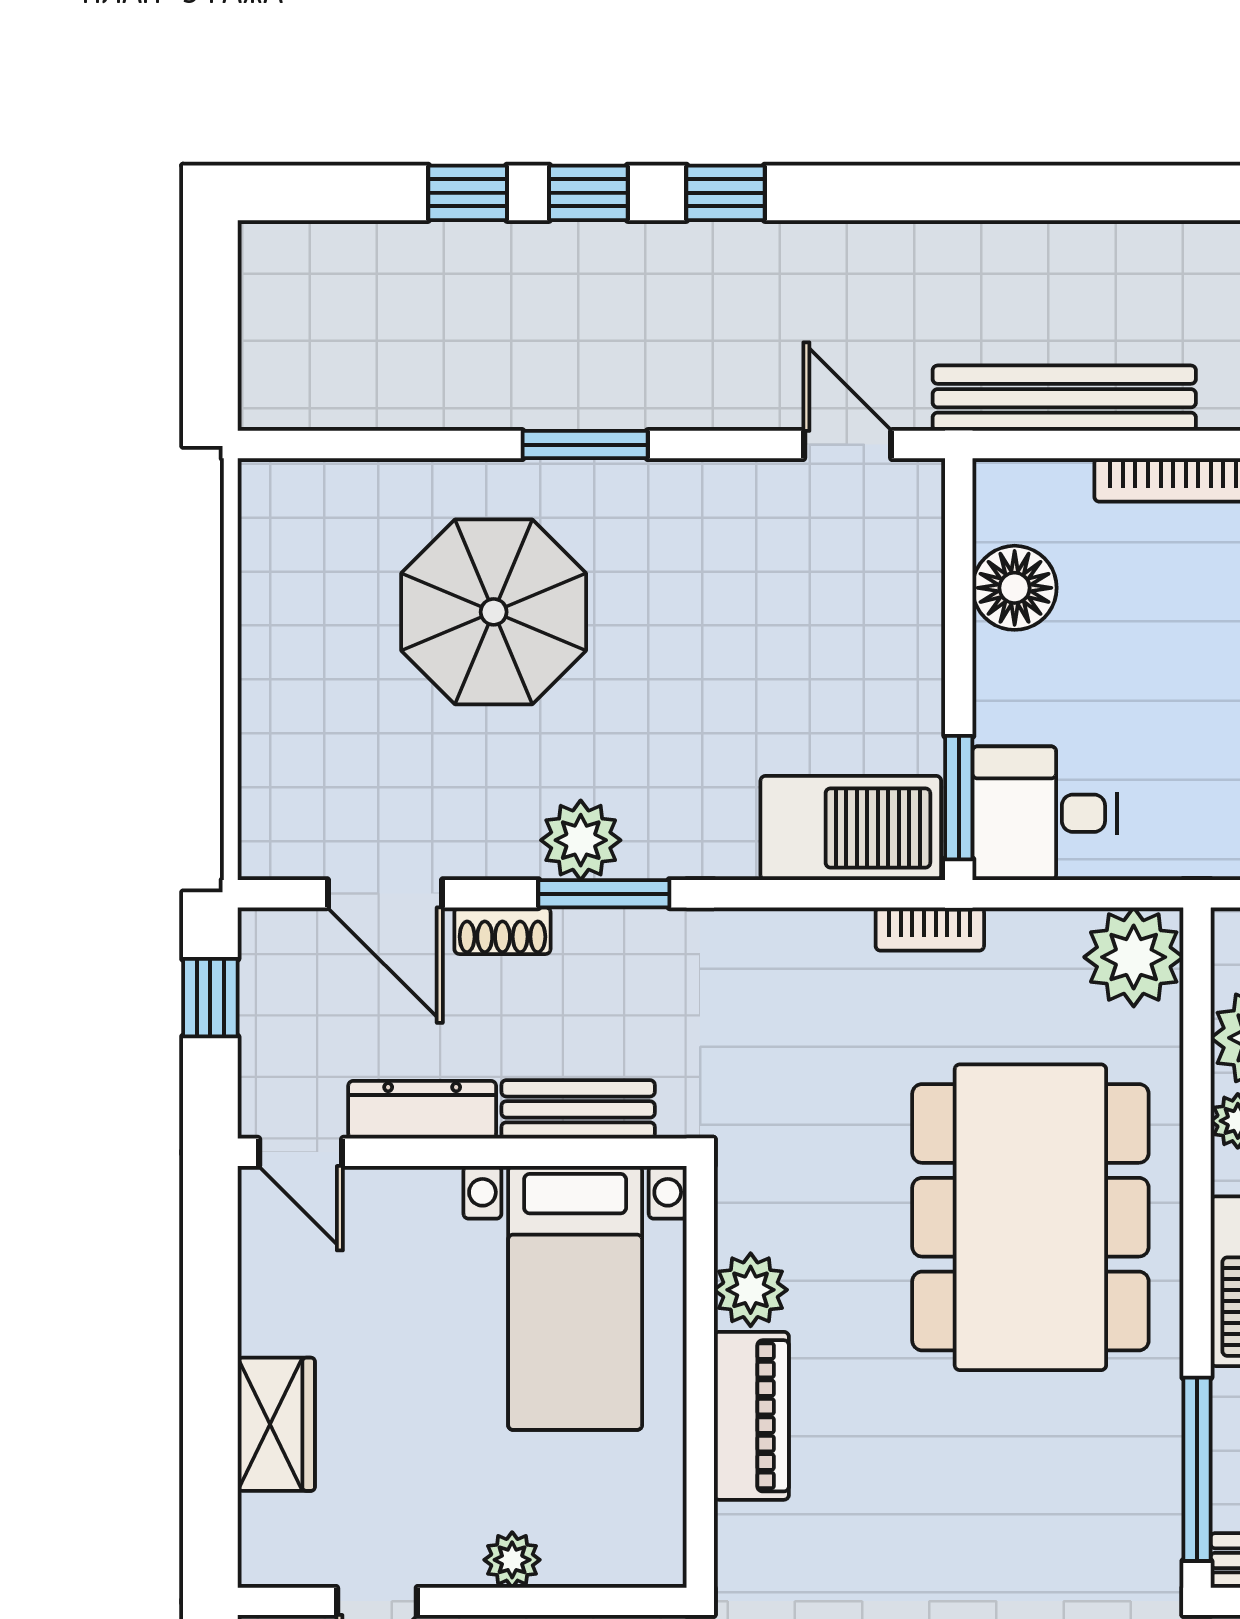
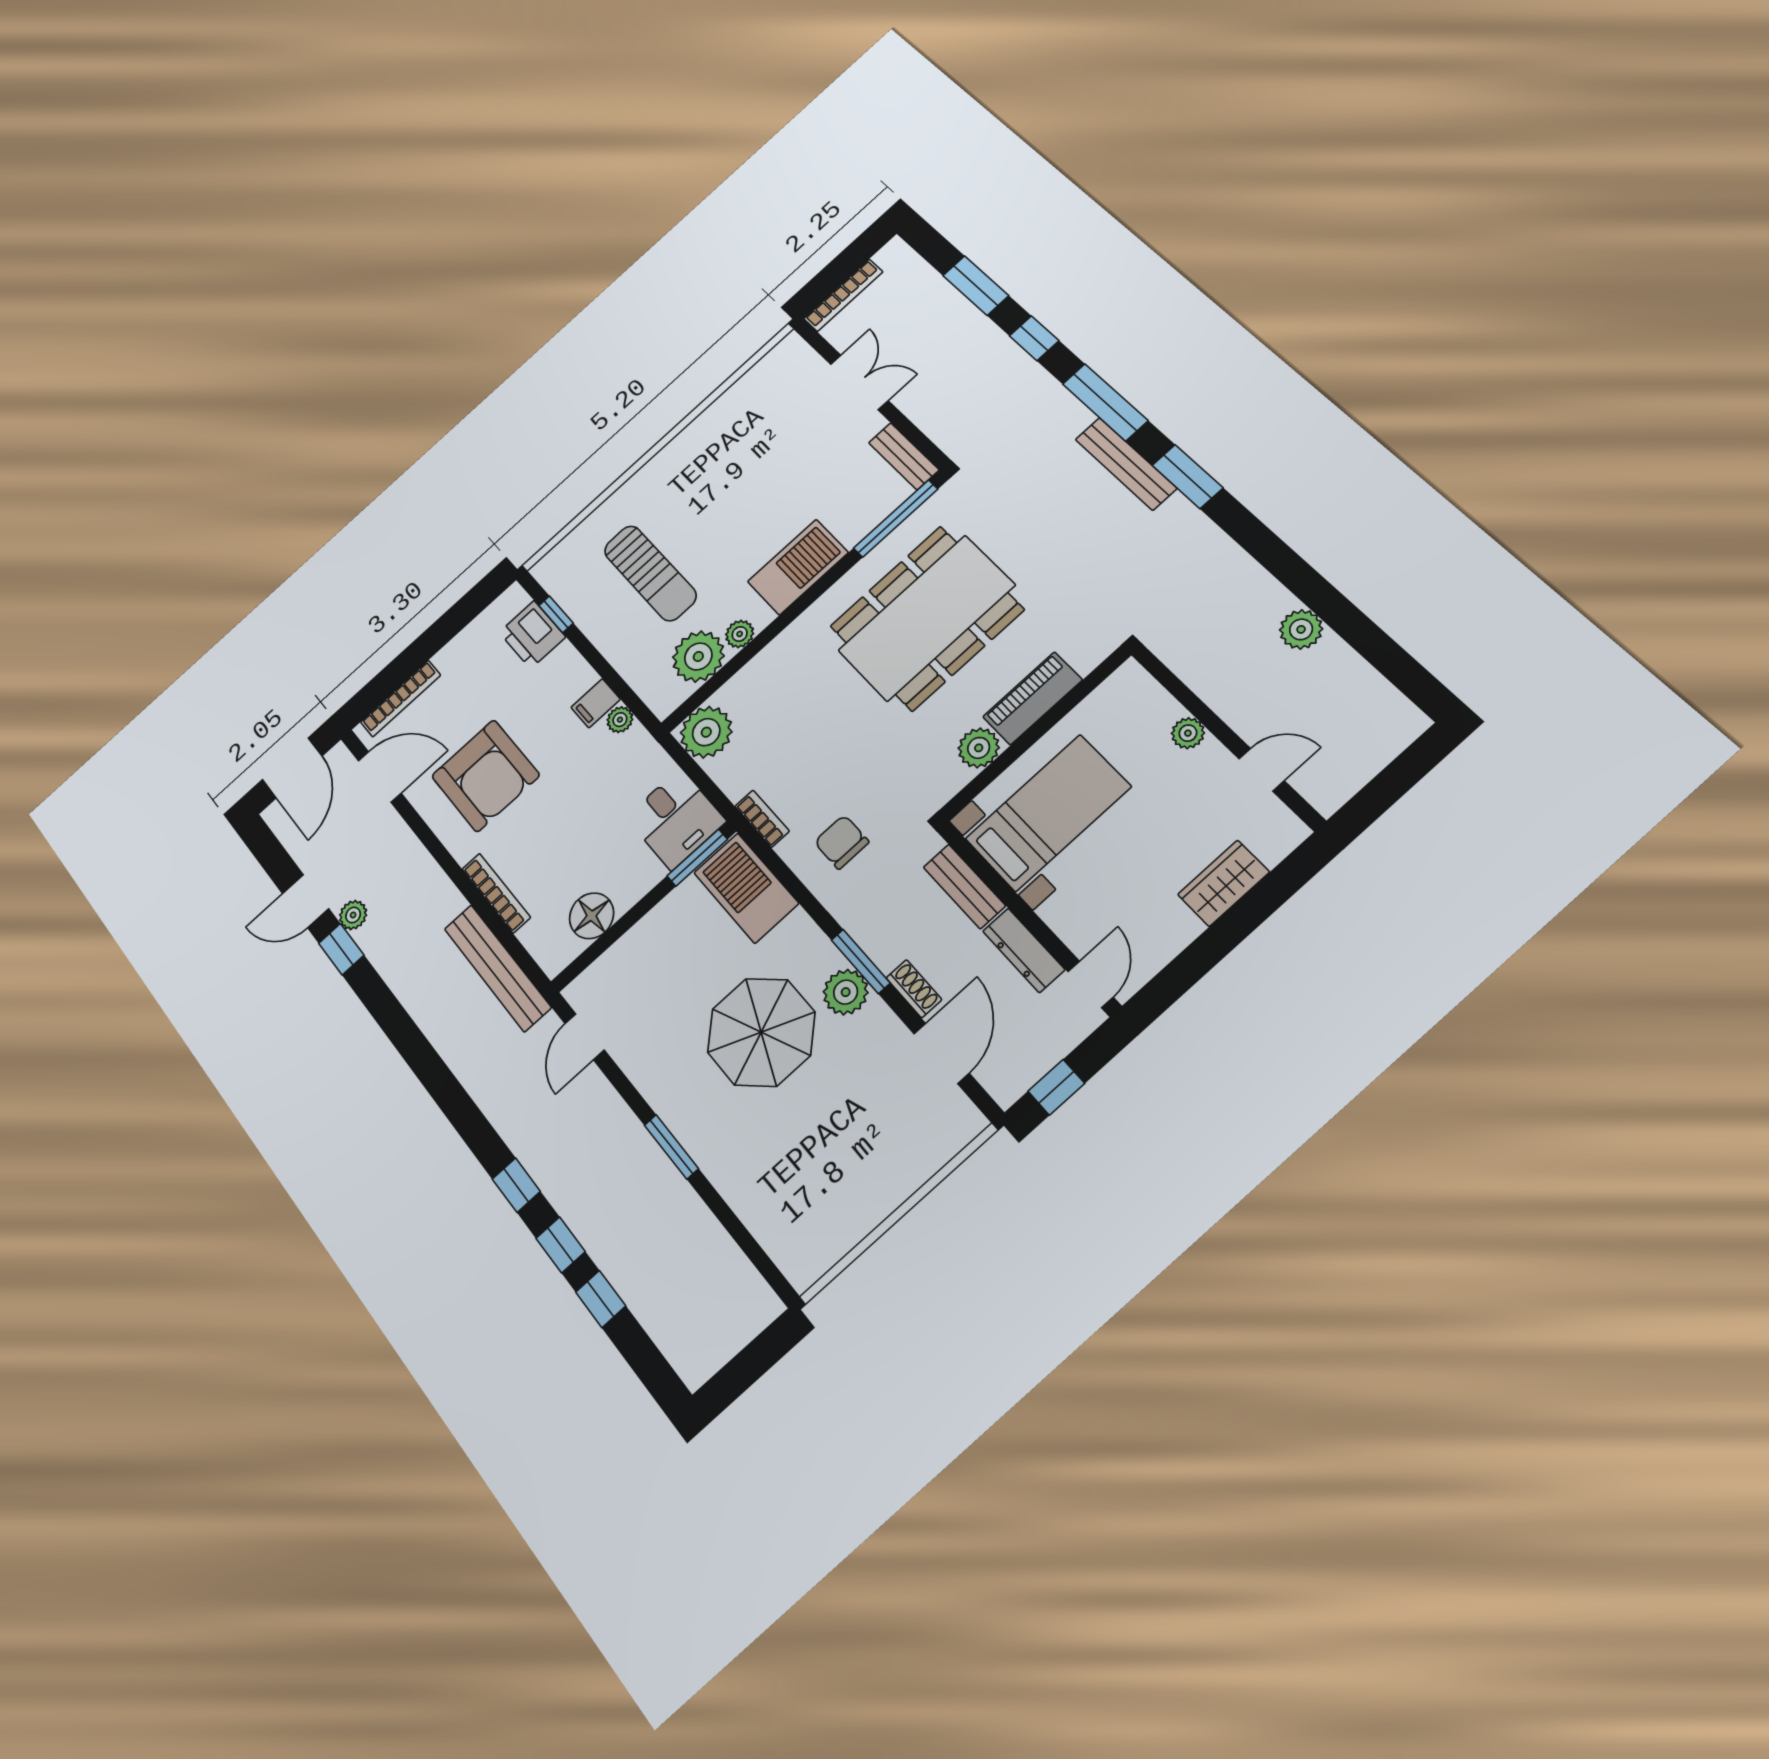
parasol: (494, 612) -> (761, 1032), moved
chair: (793, 1005) -> (842, 842), added
dining table: (1030, 1217) -> (926, 618), moved

